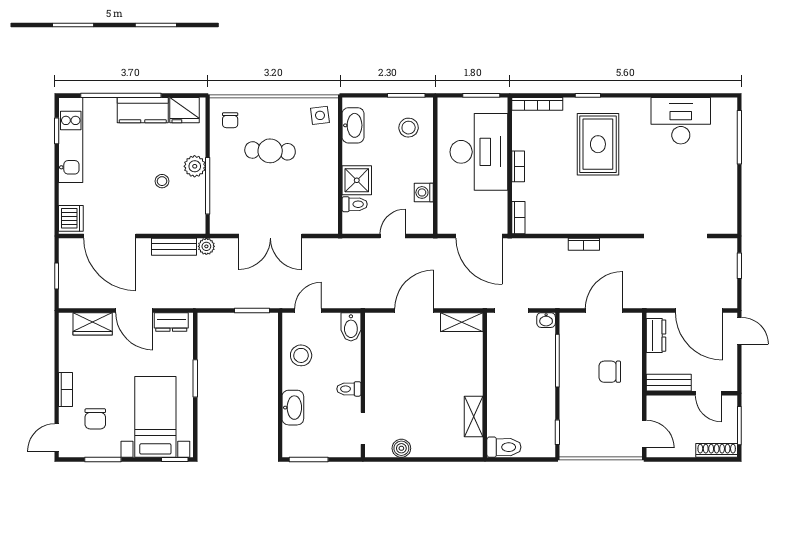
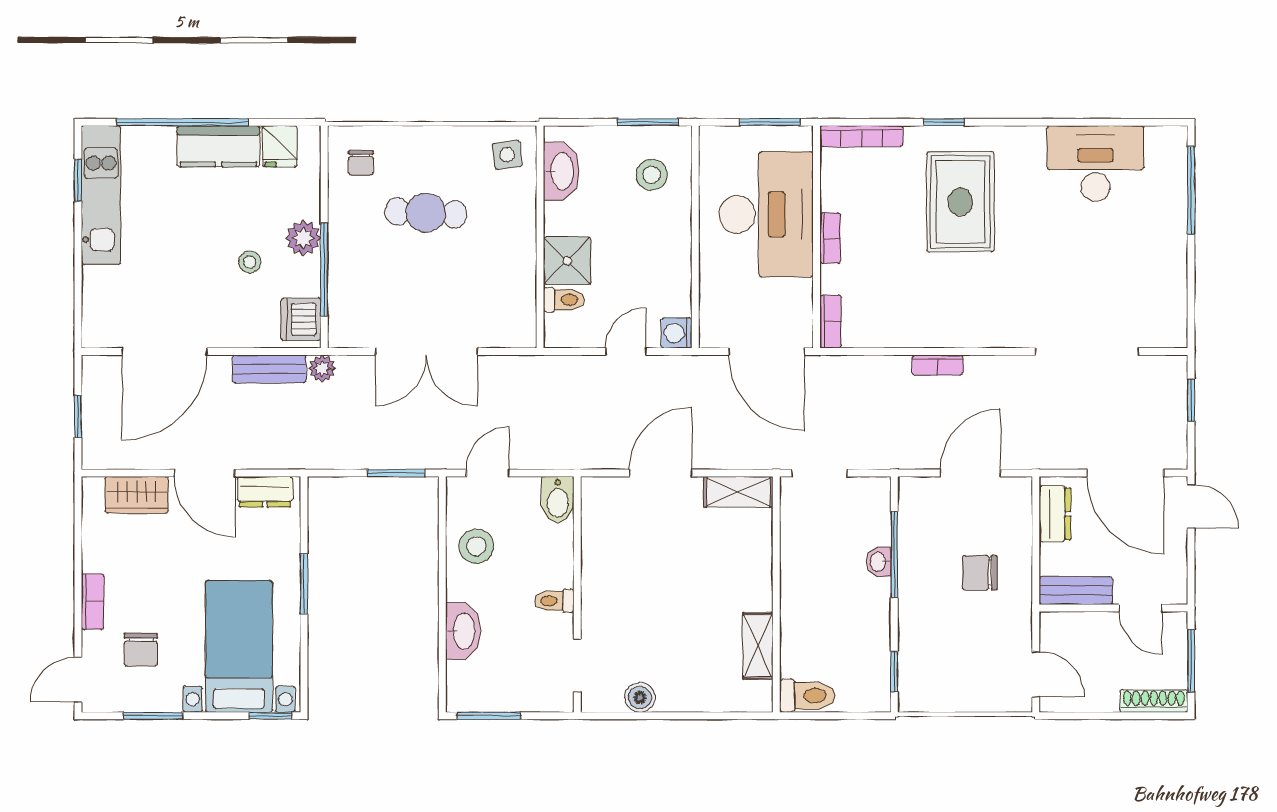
fridge: (185, 110) -> (280, 146), width x0.72
washing machine: (424, 192) -> (677, 333), moved
dishwasher: (71, 218) -> (301, 319), moved, turned 180
door: (110, 236) -> (165, 352), hinge flipped
washbasin: (546, 320) -> (879, 562), moved, turned 90

